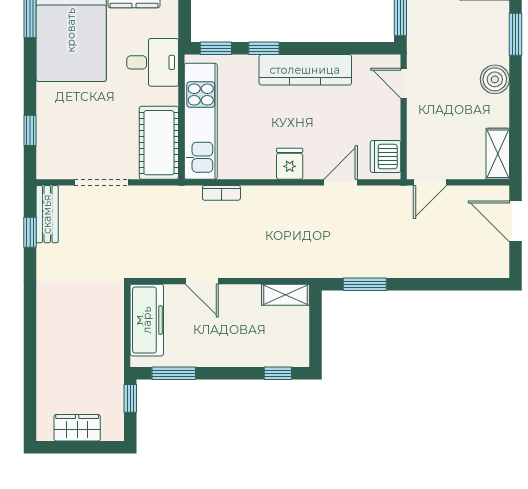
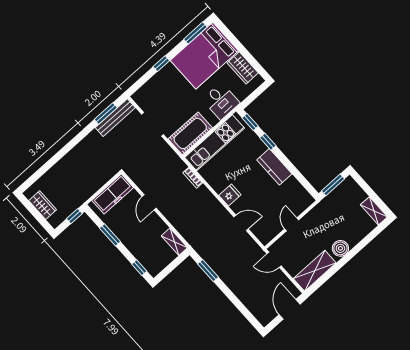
window: (515, 34) -> (367, 240), removed
kitchen counter: (305, 70) -> (274, 167), width x0.67
door: (404, 83) -> (292, 224), moved
window: (30, 130) -> (161, 64), moved
shelving: (498, 154) -> (315, 271), width x1.50, depth x1.33
dishwasher: (386, 156) -> (268, 232), removed
bench: (47, 214) -> (115, 118), width x1.36
window: (30, 232) -> (106, 113), width x1.50
window: (174, 373) -> (110, 235), moved

